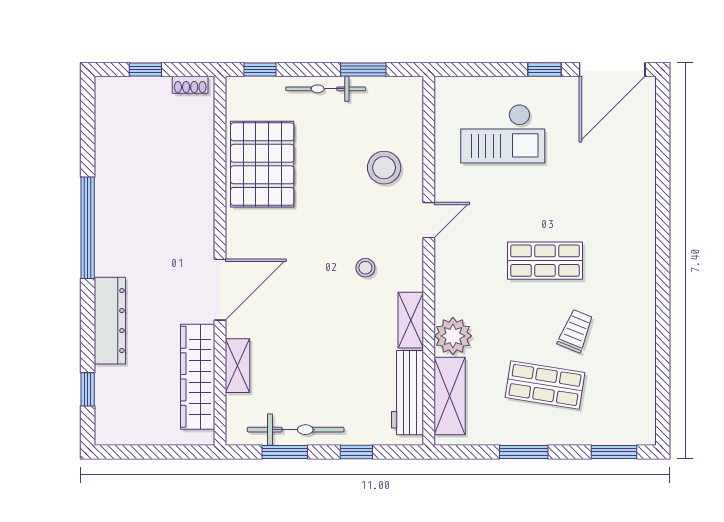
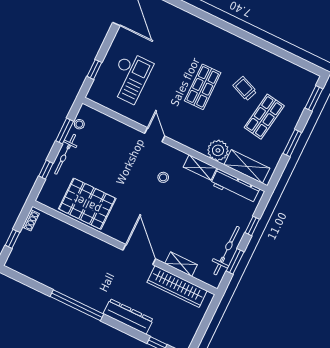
window: (260, 69) -> (46, 170), moved
window: (544, 69) -> (94, 69), moved
stool: (384, 168) -> (79, 124), moved, width x0.53, depth x0.53

